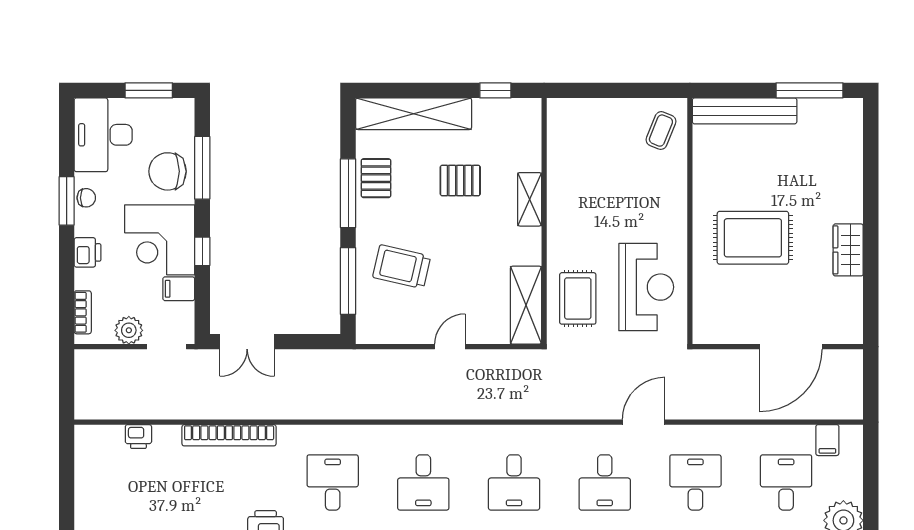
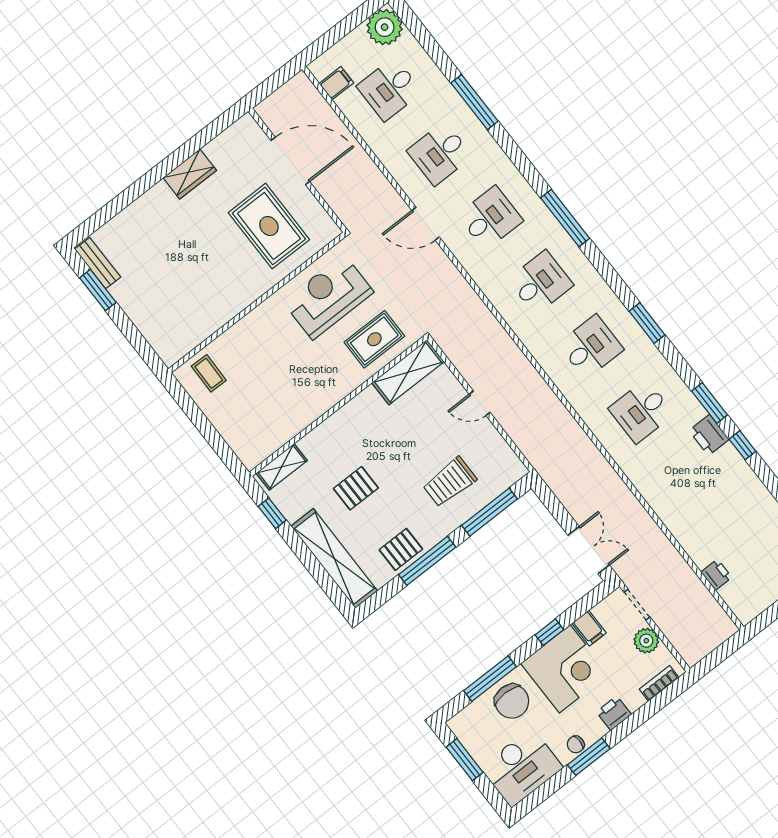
window: (810, 90) -> (98, 290), width x0.69
bench: (745, 111) -> (98, 263), moved, width x0.54, depth x0.82
coffee table: (661, 131) -> (209, 373), turned 69
pallet: (460, 181) -> (356, 488), turned 90
chair: (86, 198) -> (576, 744), turned -90
shelving: (530, 199) -> (282, 467), moved
rug: (753, 238) -> (269, 226), moved
trolley: (402, 267) -> (450, 482), turned 77
bookcase: (229, 435) -> (665, 511), removed

